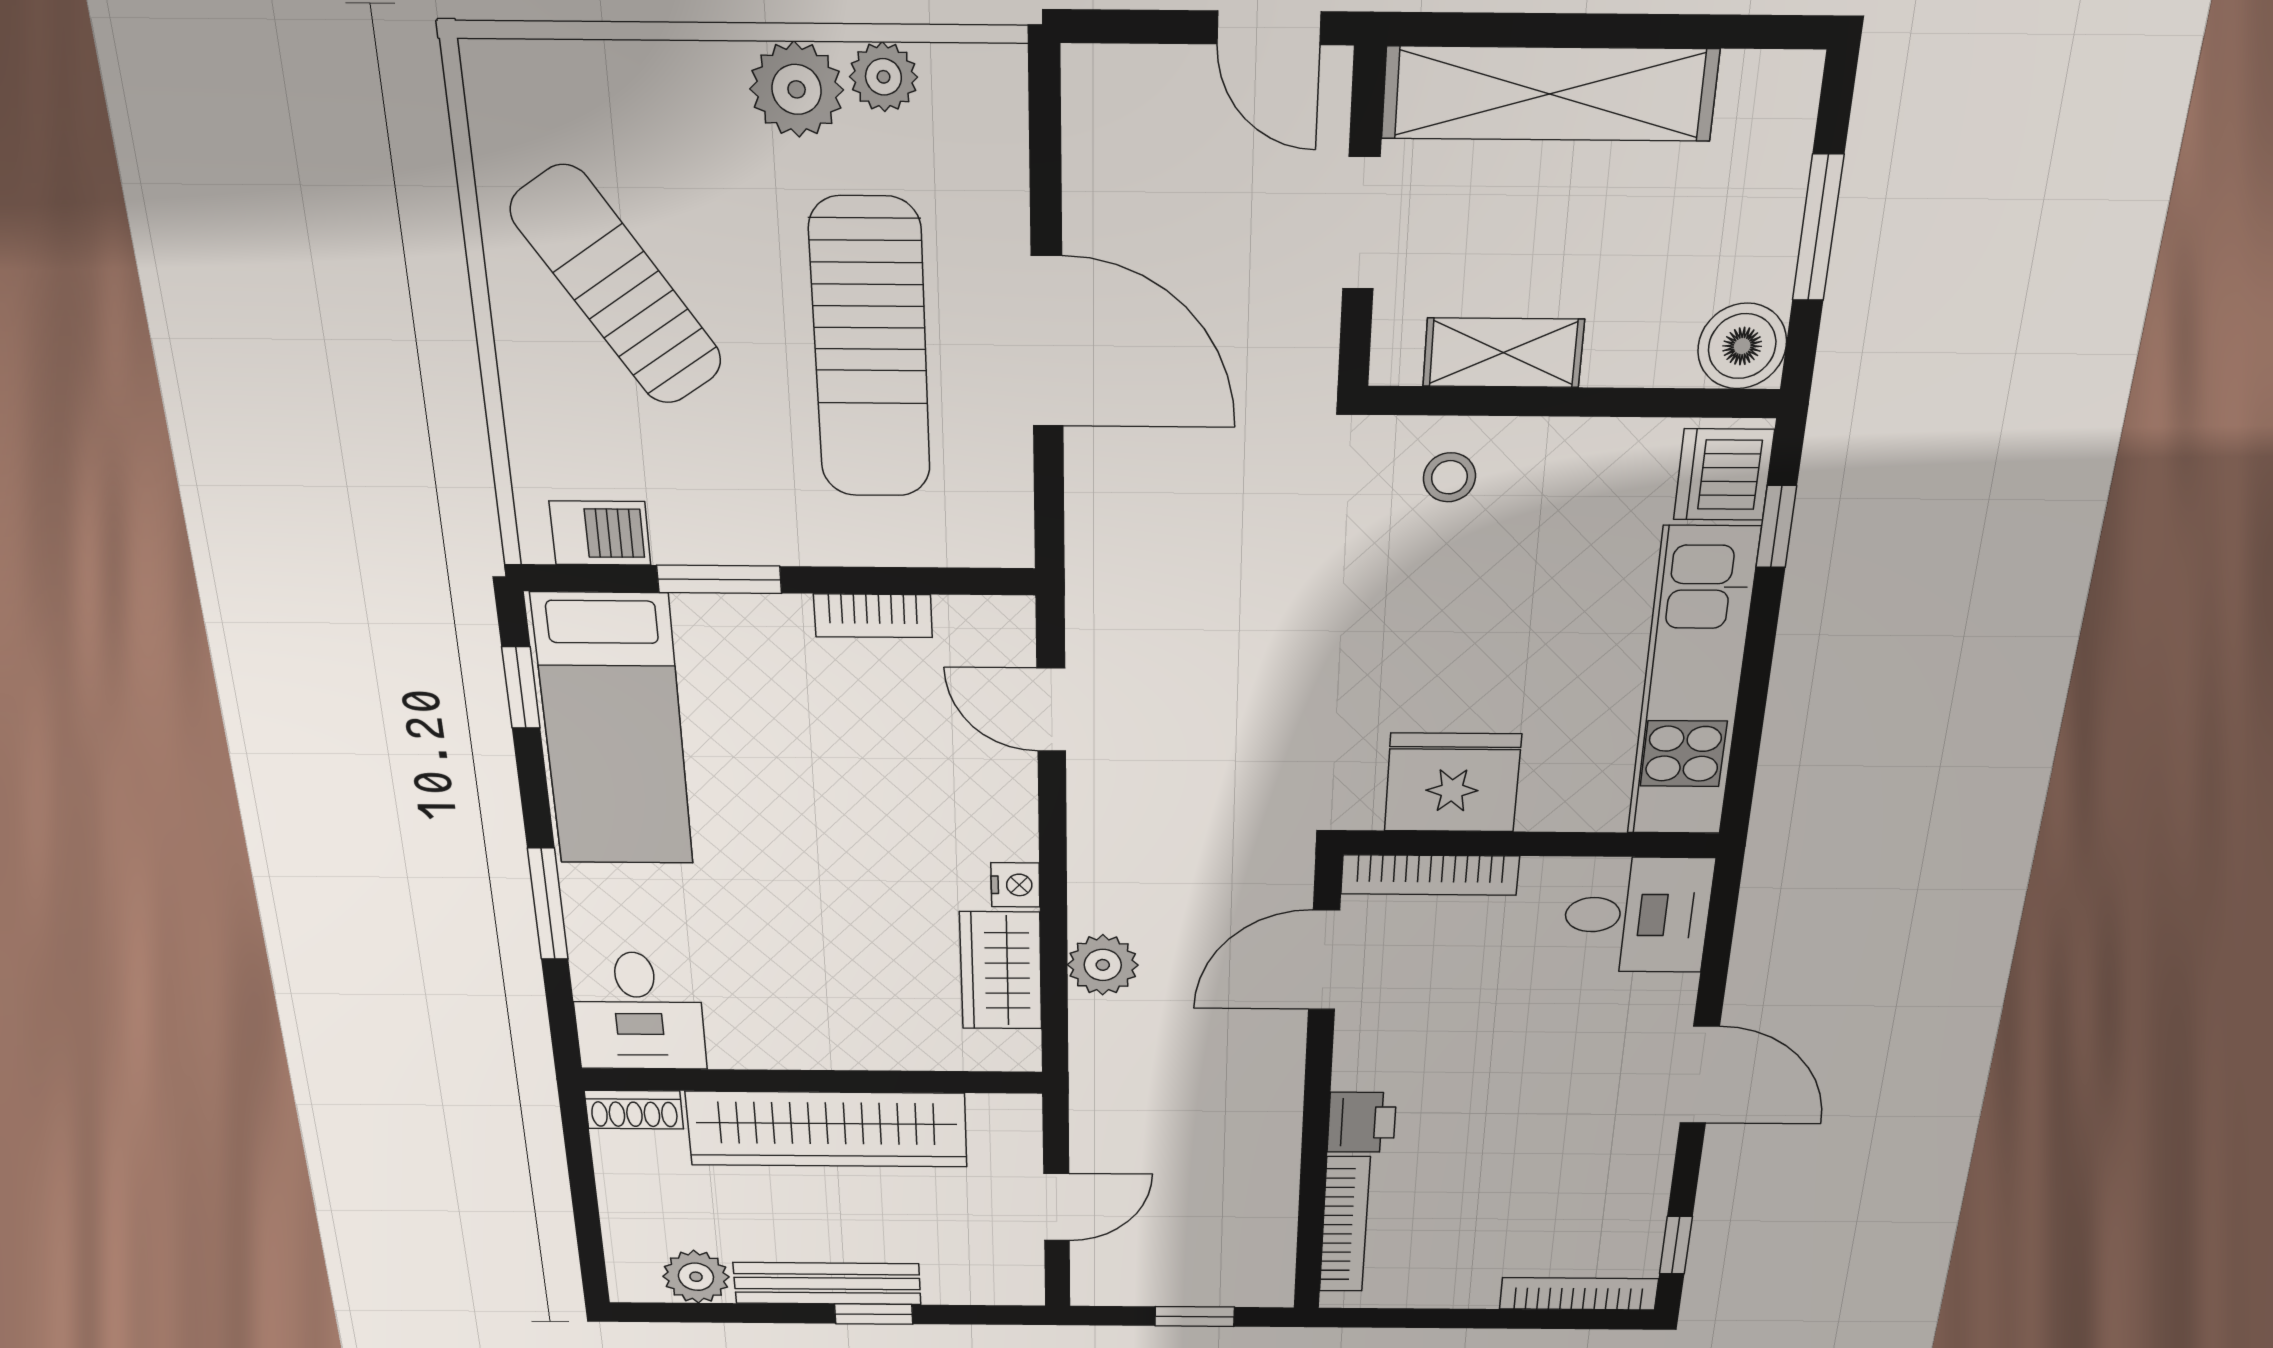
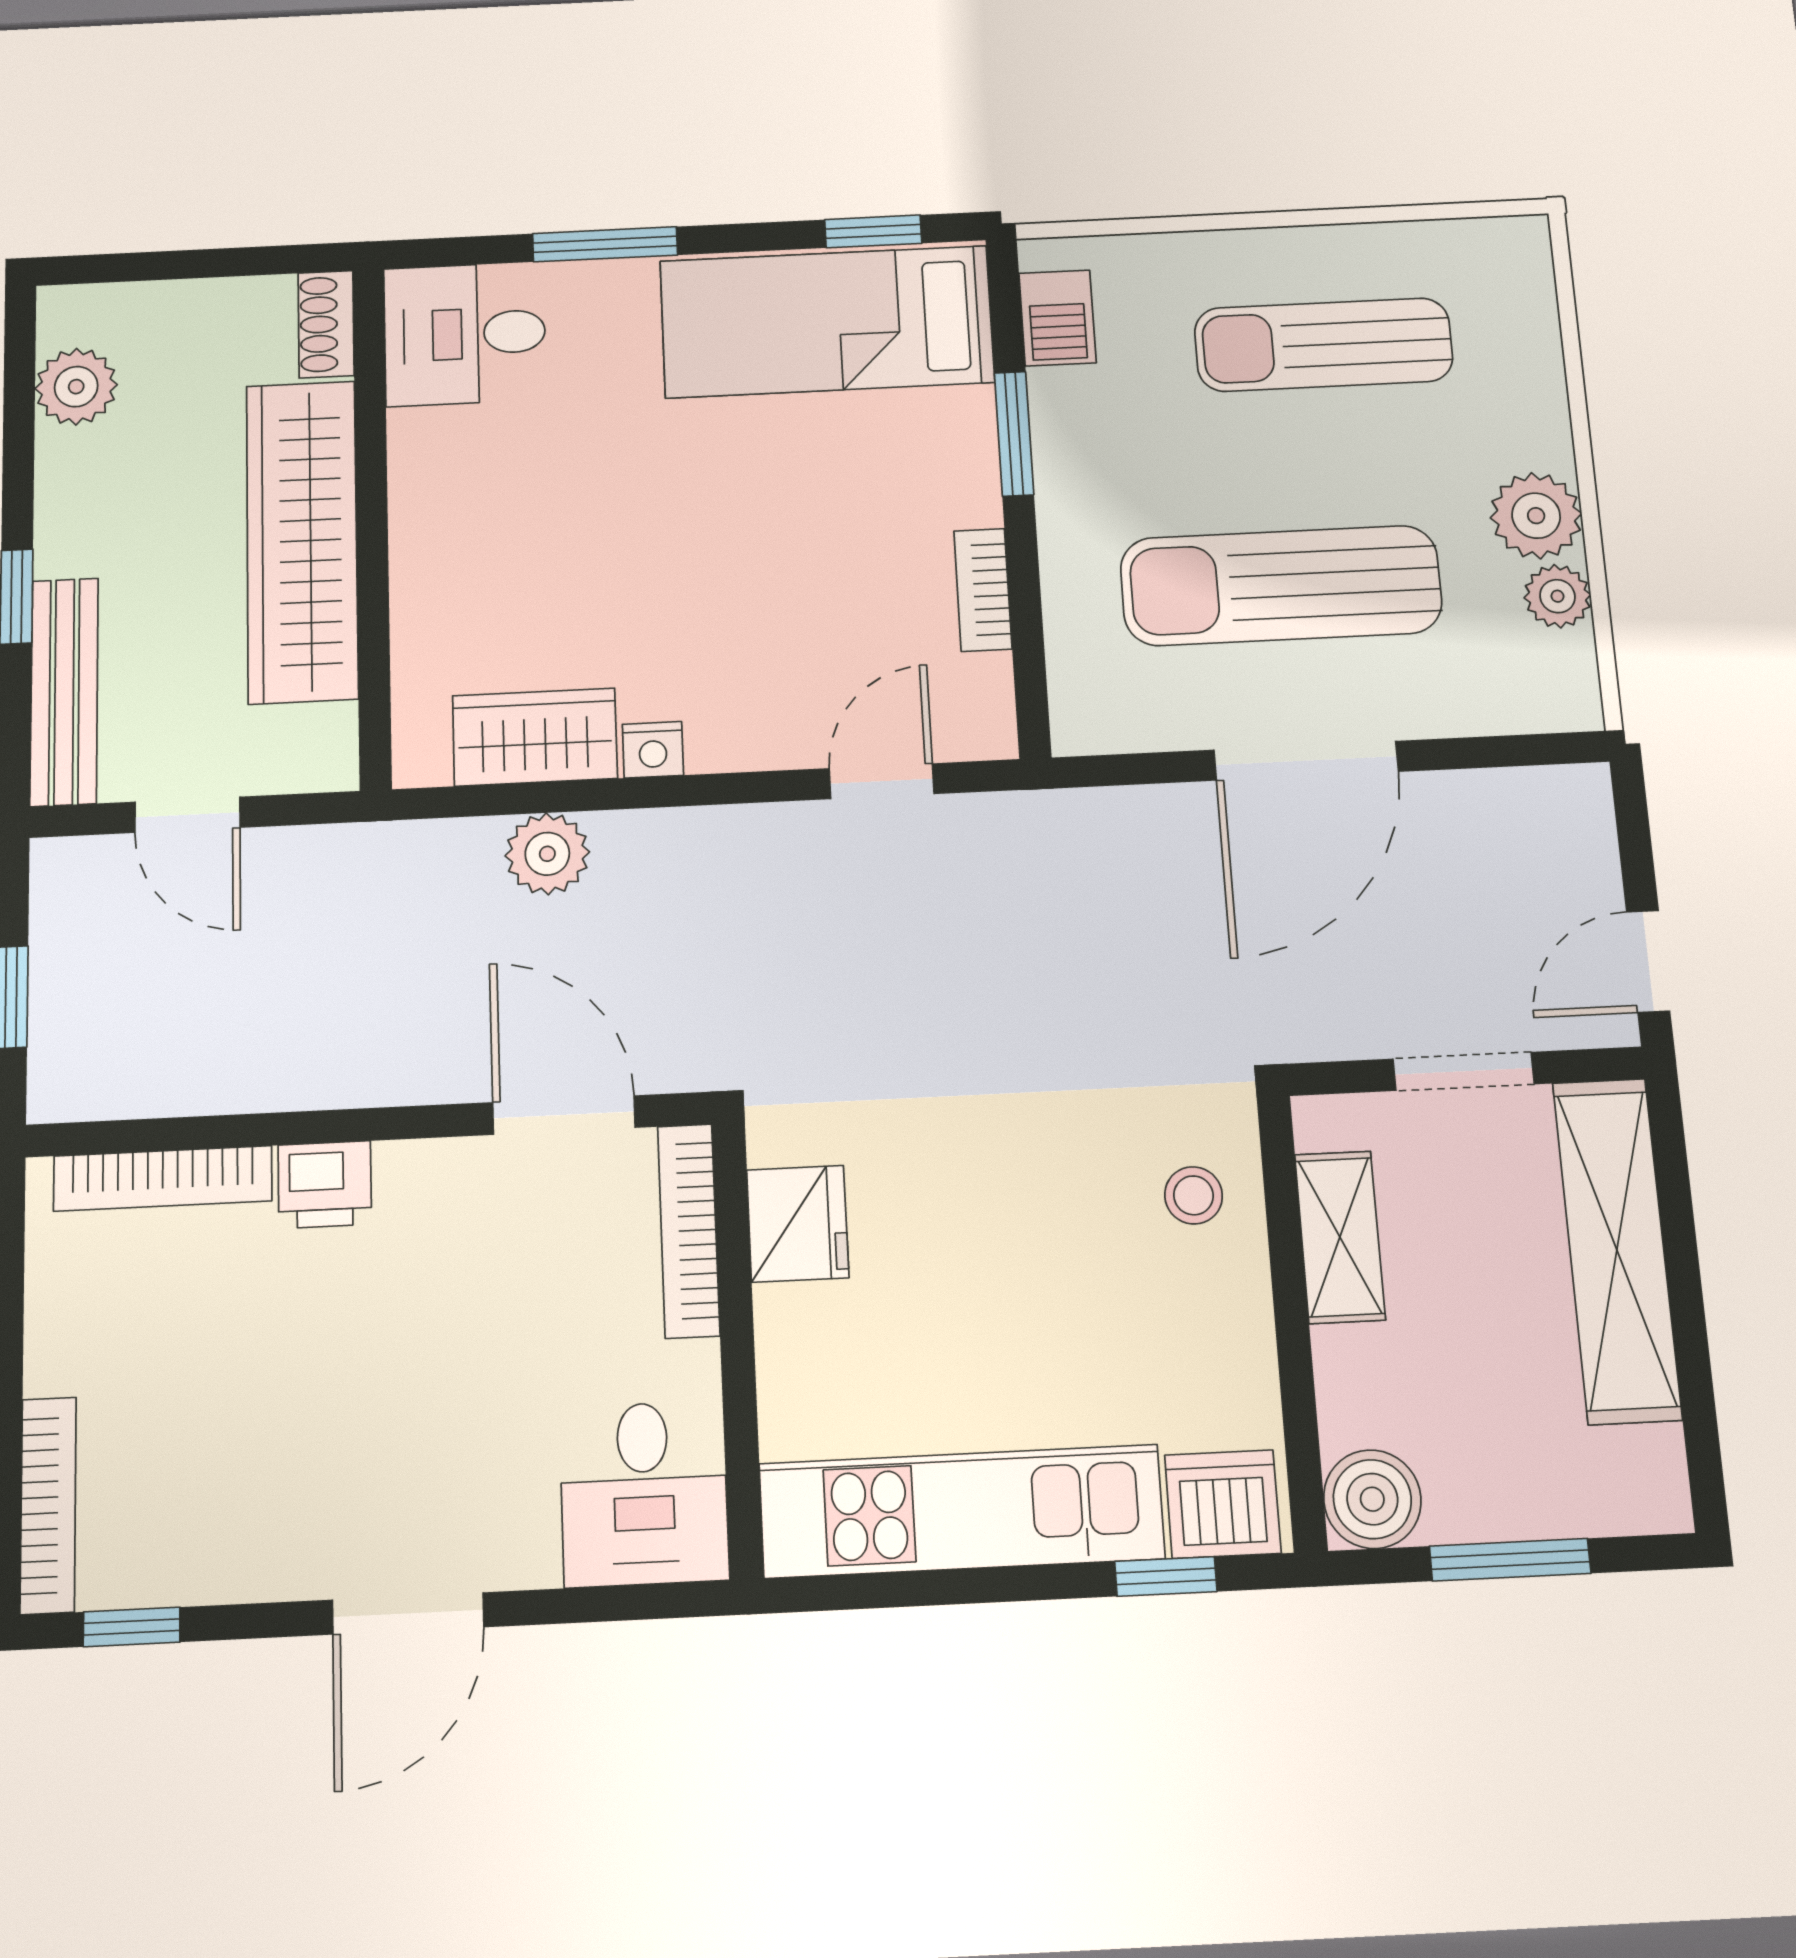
sun lounger: (617, 286) -> (1324, 345), turned -146
fridge: (1453, 783) -> (798, 1224), width x0.73, depth x0.75
bench: (827, 1283) -> (64, 692), moved

